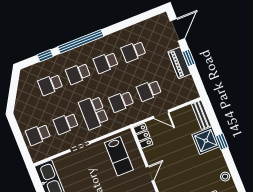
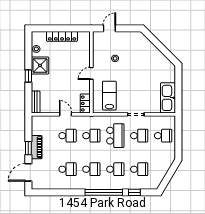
shower: (206, 141) -> (40, 65), moved

